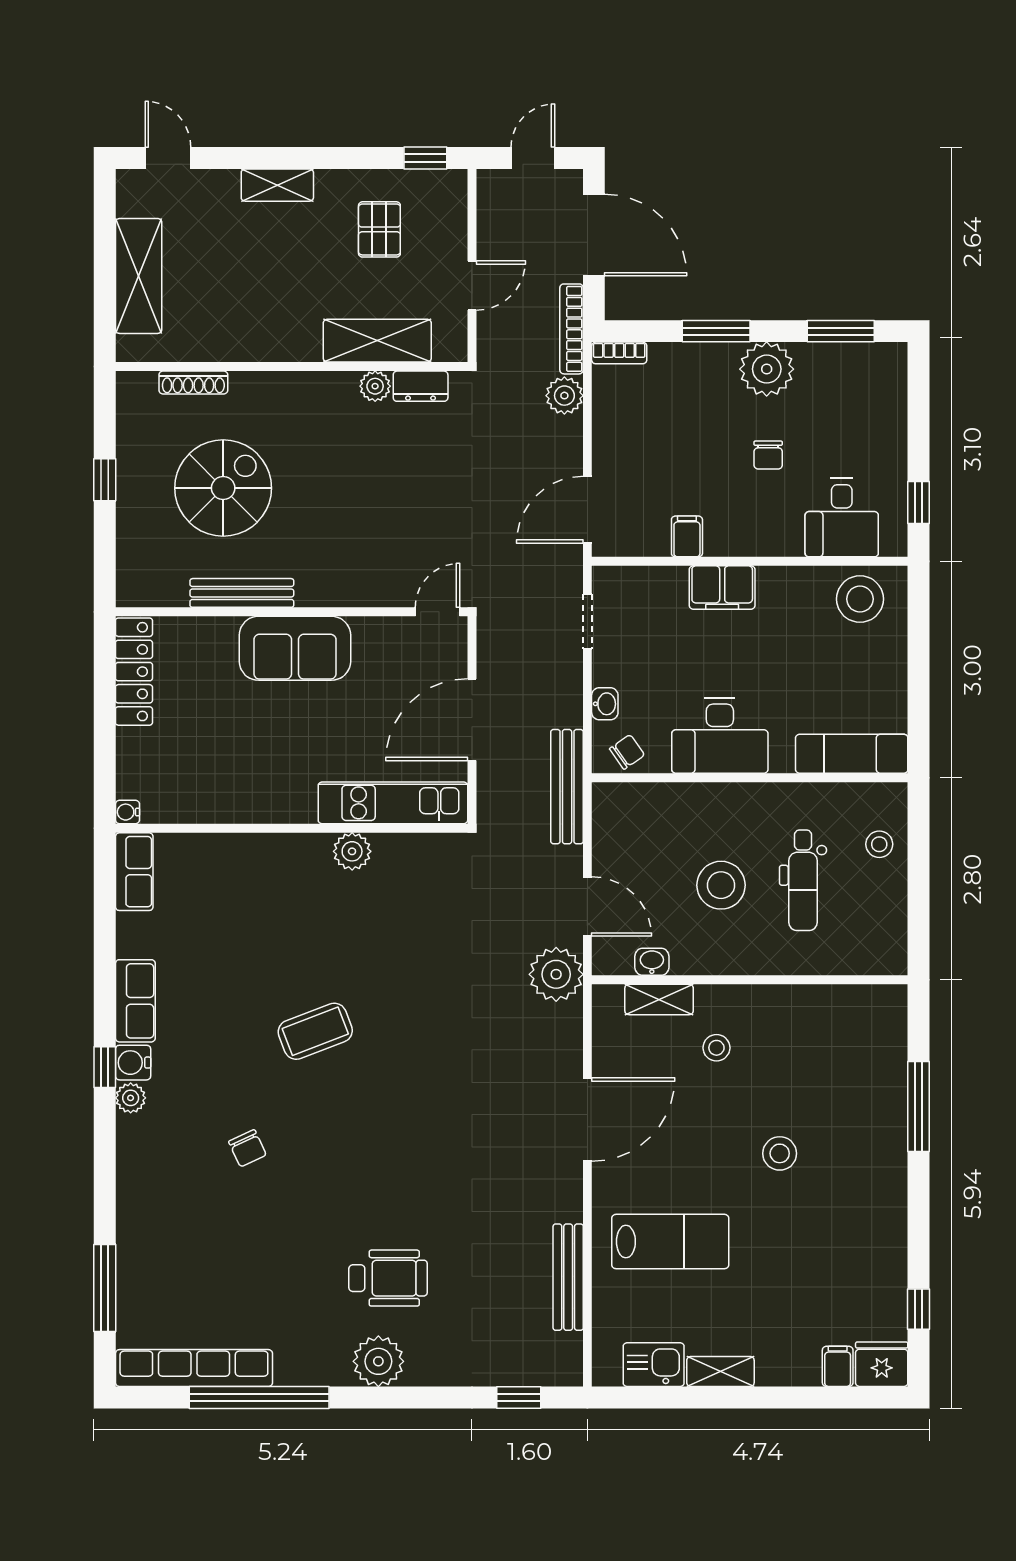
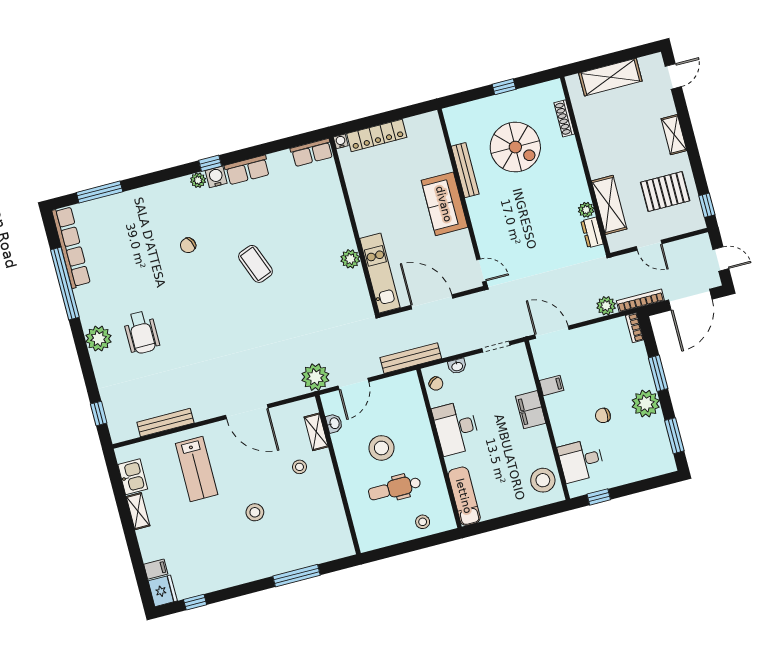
pallet: (379, 229) -> (665, 192), width x1.50, depth x1.42
locker: (134, 672) -> (377, 135), moved

